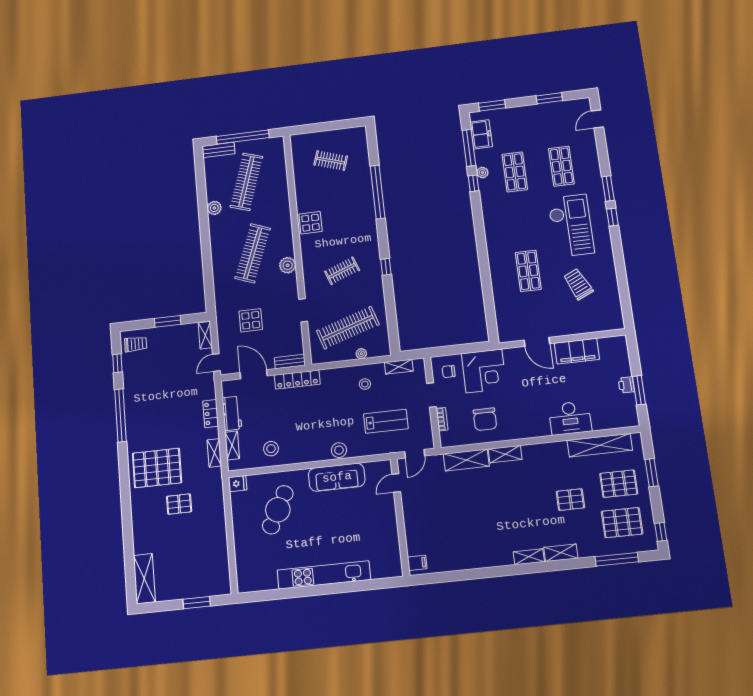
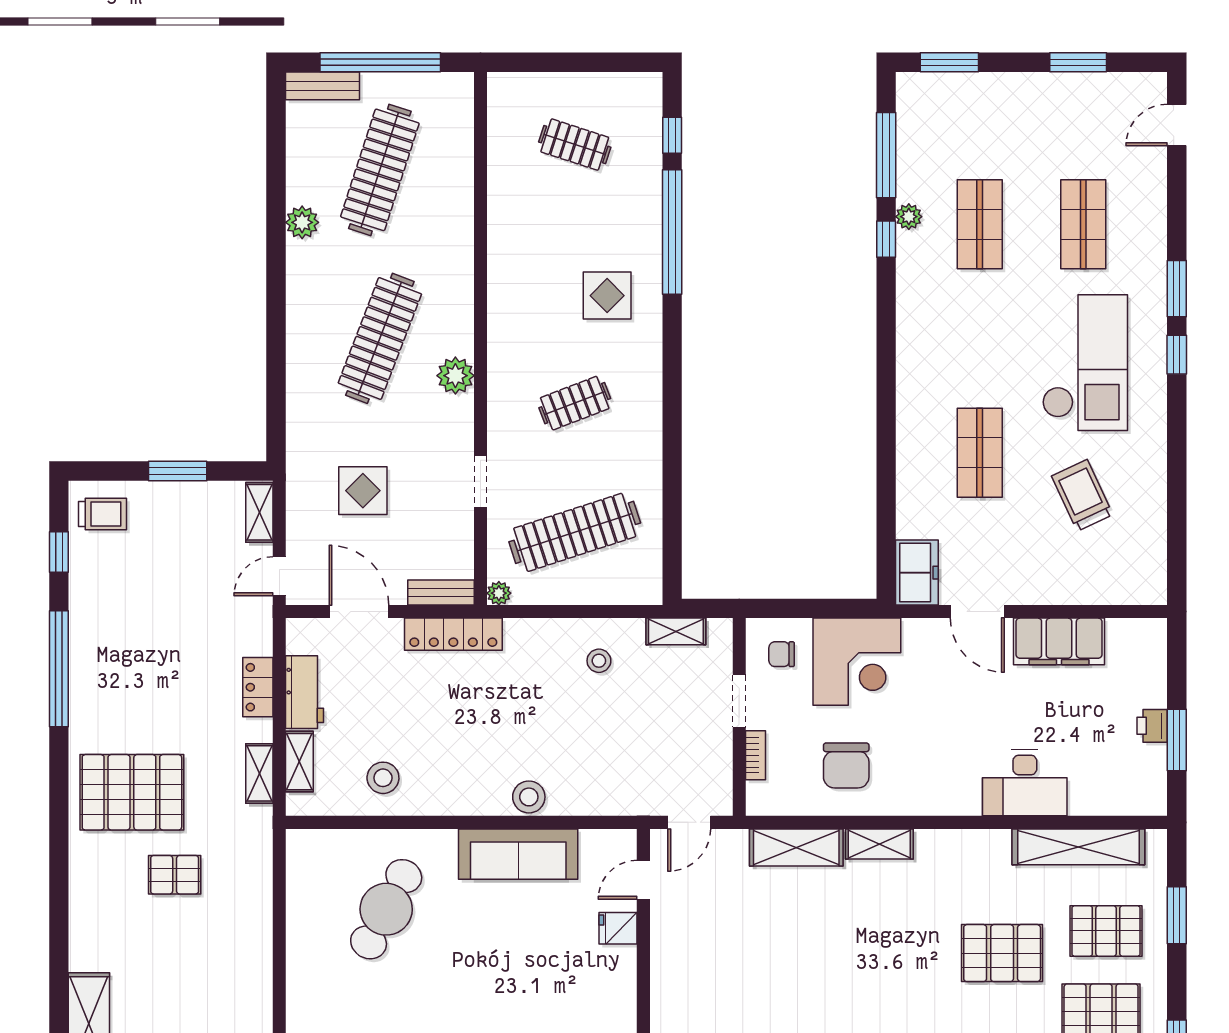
freezer: (481, 134) -> (917, 573), moved
display table: (311, 223) -> (607, 296), moved
window: (386, 267) -> (672, 135), moved
plant: (361, 354) -> (499, 593), moved
lab bench: (386, 421) -> (636, 746), removed
fridge: (238, 484) -> (618, 928), moved, turned 180
pallet: (570, 500) -> (1002, 953), width x1.50, depth x1.42

